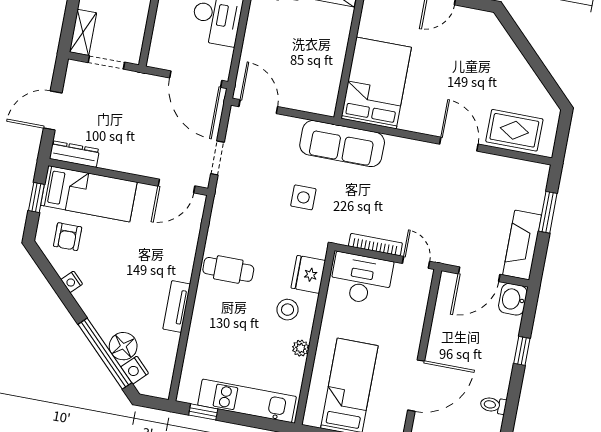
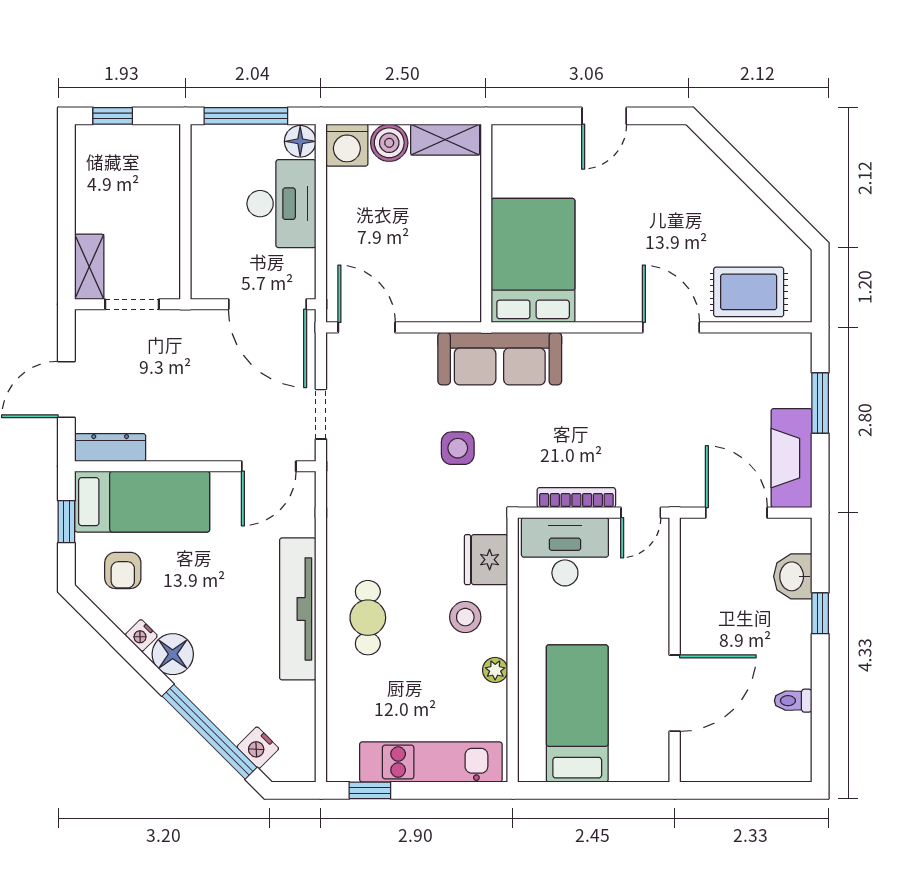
door: (416, 262) -> (641, 513), swing flipped
cafe table: (228, 269) -> (368, 618), moved, turned 90
door: (479, 274) -> (736, 513), swing flipped
washbasin: (513, 299) -> (793, 576), moved
tv unit: (177, 306) -> (298, 609), width x1.92, depth x1.29
floor lamp: (123, 346) -> (173, 654), moved

